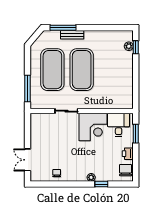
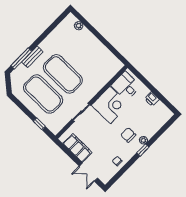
window: (136, 47) -> (84, 22), removed
window: (28, 88) -> (39, 124), width x0.46
filing cabinet: (38, 134) -> (78, 148), added
window: (136, 134) -> (143, 80), removed
chair: (126, 170) -> (128, 135), moved
window: (101, 184) -> (143, 150), moved

